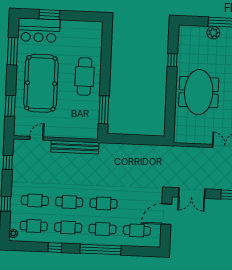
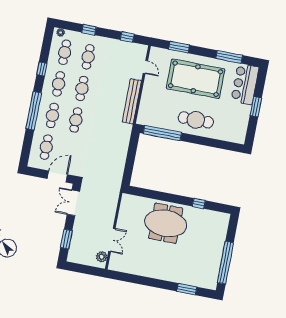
window: (49, 15) -> (256, 107), moved
plant: (213, 33) -> (219, 245), removed
window: (104, 110) -> (162, 133), width x1.46
door: (166, 214) -> (57, 177), hinge flipped

